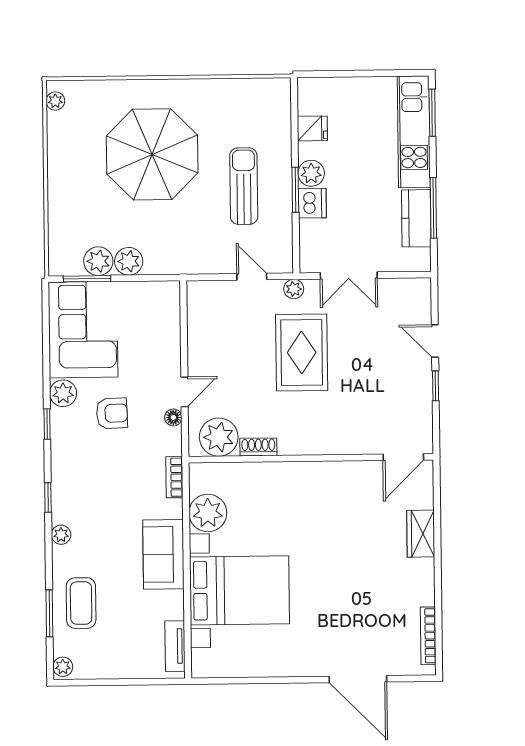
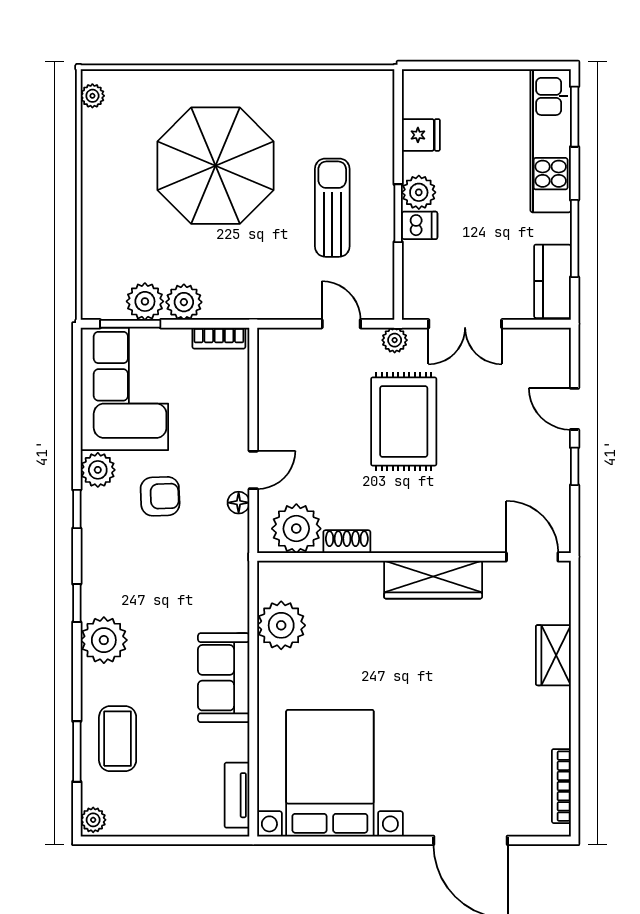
dishwasher: (312, 203) -> (420, 225), width x0.73
kitchen counter: (416, 218) -> (552, 281), moved
door: (403, 457) -> (532, 557), swing flipped
wardrobe: (326, 476) -> (433, 580), added
bookcase: (174, 477) -> (219, 338), moved, turned -90
plant: (61, 535) -> (104, 640), width x1.88, depth x1.88
bed with nightstands: (239, 590) -> (330, 773), moved, turned -90

